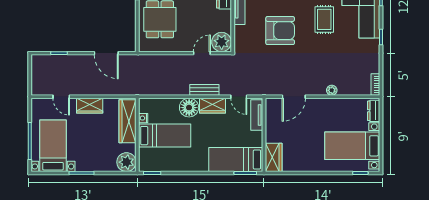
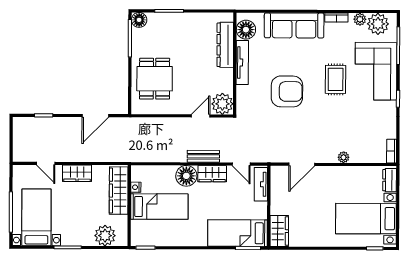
door: (106, 53) -> (95, 116), hinge flipped
plant: (126, 162) -> (105, 236), moved

